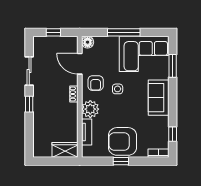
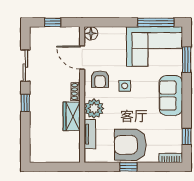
window: (124, 32) -> (156, 22), moved
wardrobe: (65, 150) -> (72, 116), moved, turned -90

